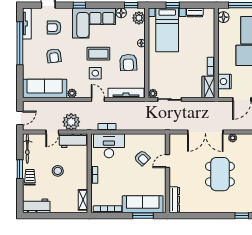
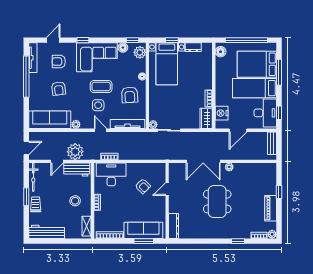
stool: (58, 171) -> (75, 201), moved
workbench: (36, 206) -> (47, 232), width x1.38

